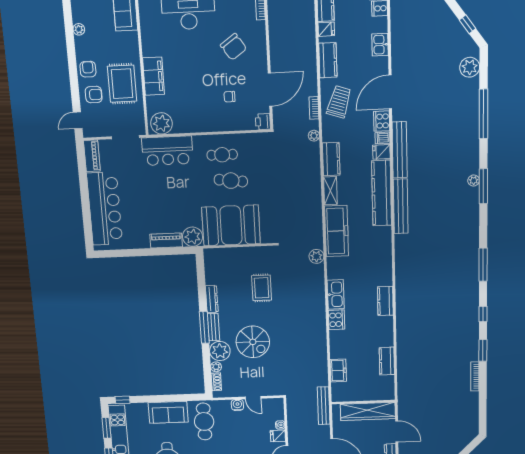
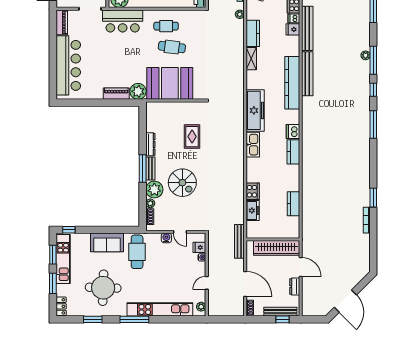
kitchen counter: (382, 193) -> (292, 83), moved
freezer: (337, 231) -> (255, 110), moved
plant: (316, 256) -> (238, 112), removed
dishwasher: (384, 277) -> (293, 132), added
window: (483, 314) -> (373, 90), moved
cooker: (337, 320) -> (253, 191), moved
fridge: (278, 436) -> (199, 247), moved

